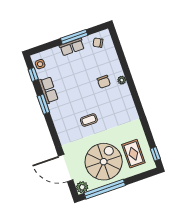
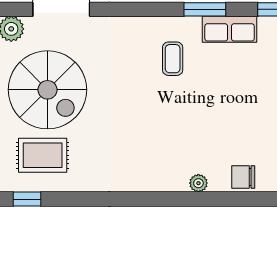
chair: (104, 82) -> (243, 177), moved
coffee table: (89, 120) -> (173, 59), moved

